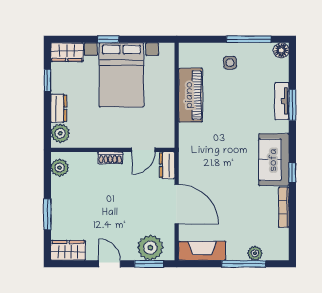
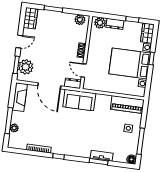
piano: (190, 95) -> (127, 104), moved
sofa: (274, 160) -> (79, 100), moved, turned 180
door: (177, 204) -> (49, 86), hinge flipped

